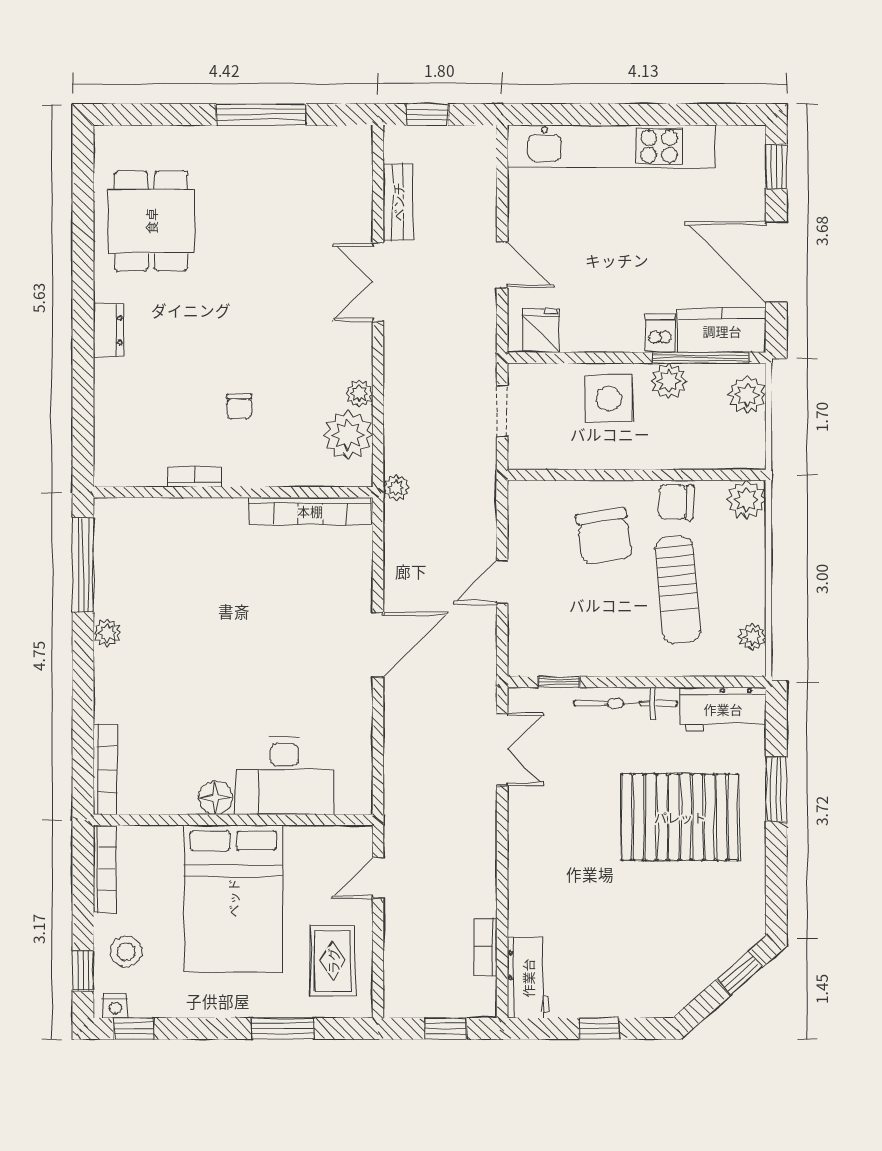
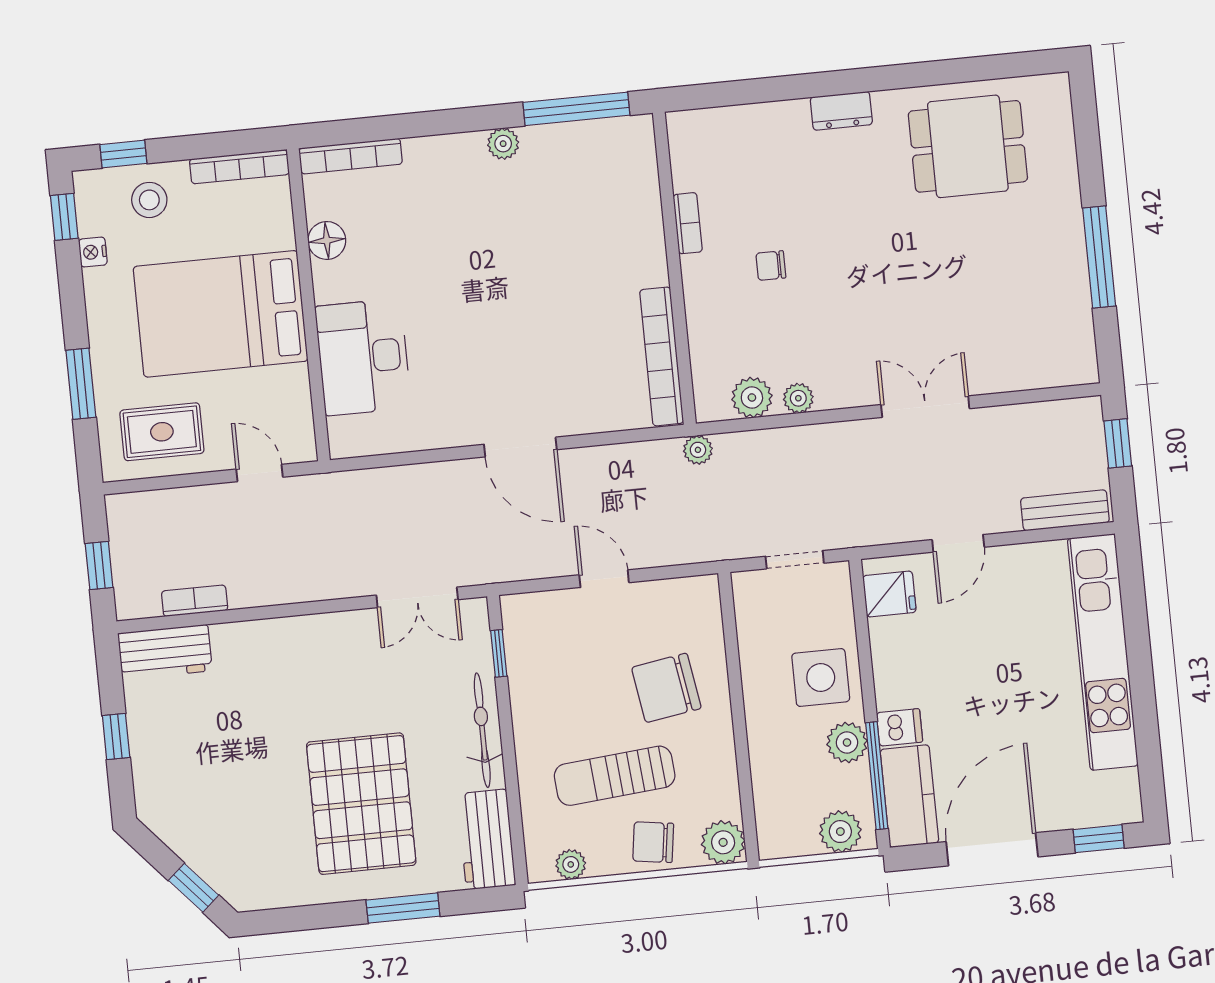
bench: (398, 202) -> (1065, 510), moved
plant: (348, 435) -> (752, 398), width x0.73, depth x0.73
chair: (676, 502) -> (653, 842), moved, turned -84
floor lamp: (215, 798) -> (327, 240), moved
nightstand: (115, 1006) -> (93, 252), moved

